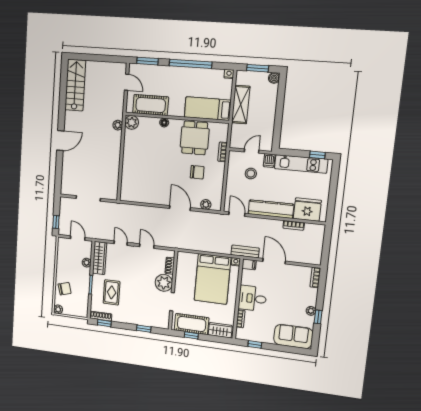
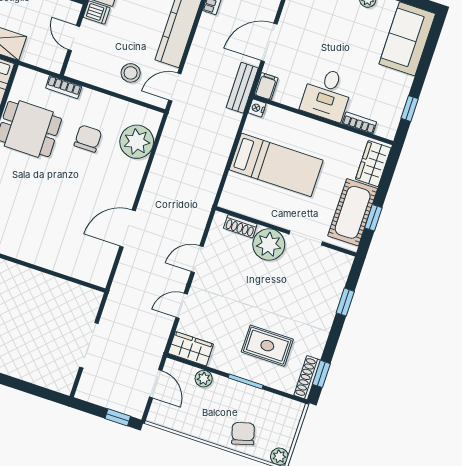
stool: (251, 174) -> (131, 73), moved
plant: (206, 205) -> (137, 142), width x1.87, depth x1.87
door: (180, 208) -> (128, 229), moved
door: (78, 238) -> (156, 384), swing flipped
wardrobe: (100, 258) -> (191, 349), width x0.67
bed: (213, 279) -> (276, 165), width x0.67

